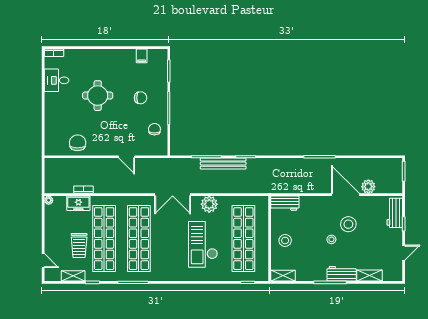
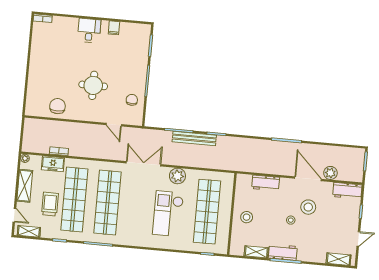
filing cabinet: (142, 56) -> (114, 28), moved
desk: (57, 80) -> (89, 31), moved, turned 90
round table: (98, 96) -> (93, 85), moved
chair: (141, 98) -> (121, 69), removed
door: (127, 157) -> (114, 125), moved
double door: (173, 195) -> (143, 164), swing flipped
workbench: (285, 203) -> (266, 183), moved
workbench: (395, 213) -> (347, 191), moved, turned -90
shelving: (51, 229) -> (25, 186), added
trolley: (79, 246) -> (50, 204), turned 180
workbench: (342, 274) -> (283, 252), moved
shelving: (73, 276) -> (29, 231), moved
shelving: (283, 276) -> (256, 252), moved
shelving: (370, 276) -> (339, 259), moved

